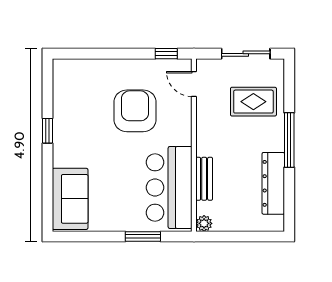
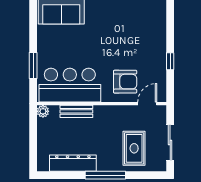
window: (166, 54) -> (170, 61), moved
armchair: (135, 111) -> (125, 82), moved, width x0.73, depth x0.73

